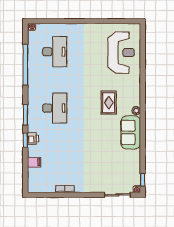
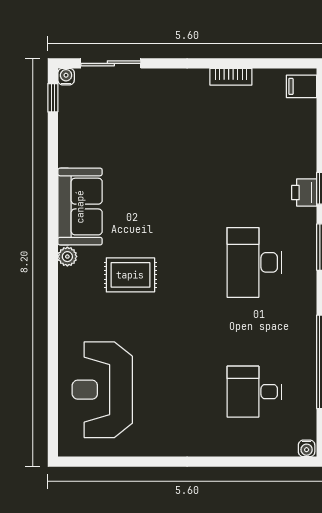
desk: (55, 52) -> (254, 392), width x0.73
rug: (109, 103) -> (130, 275), turned 90
filing cabinet: (34, 162) -> (302, 86), moved

